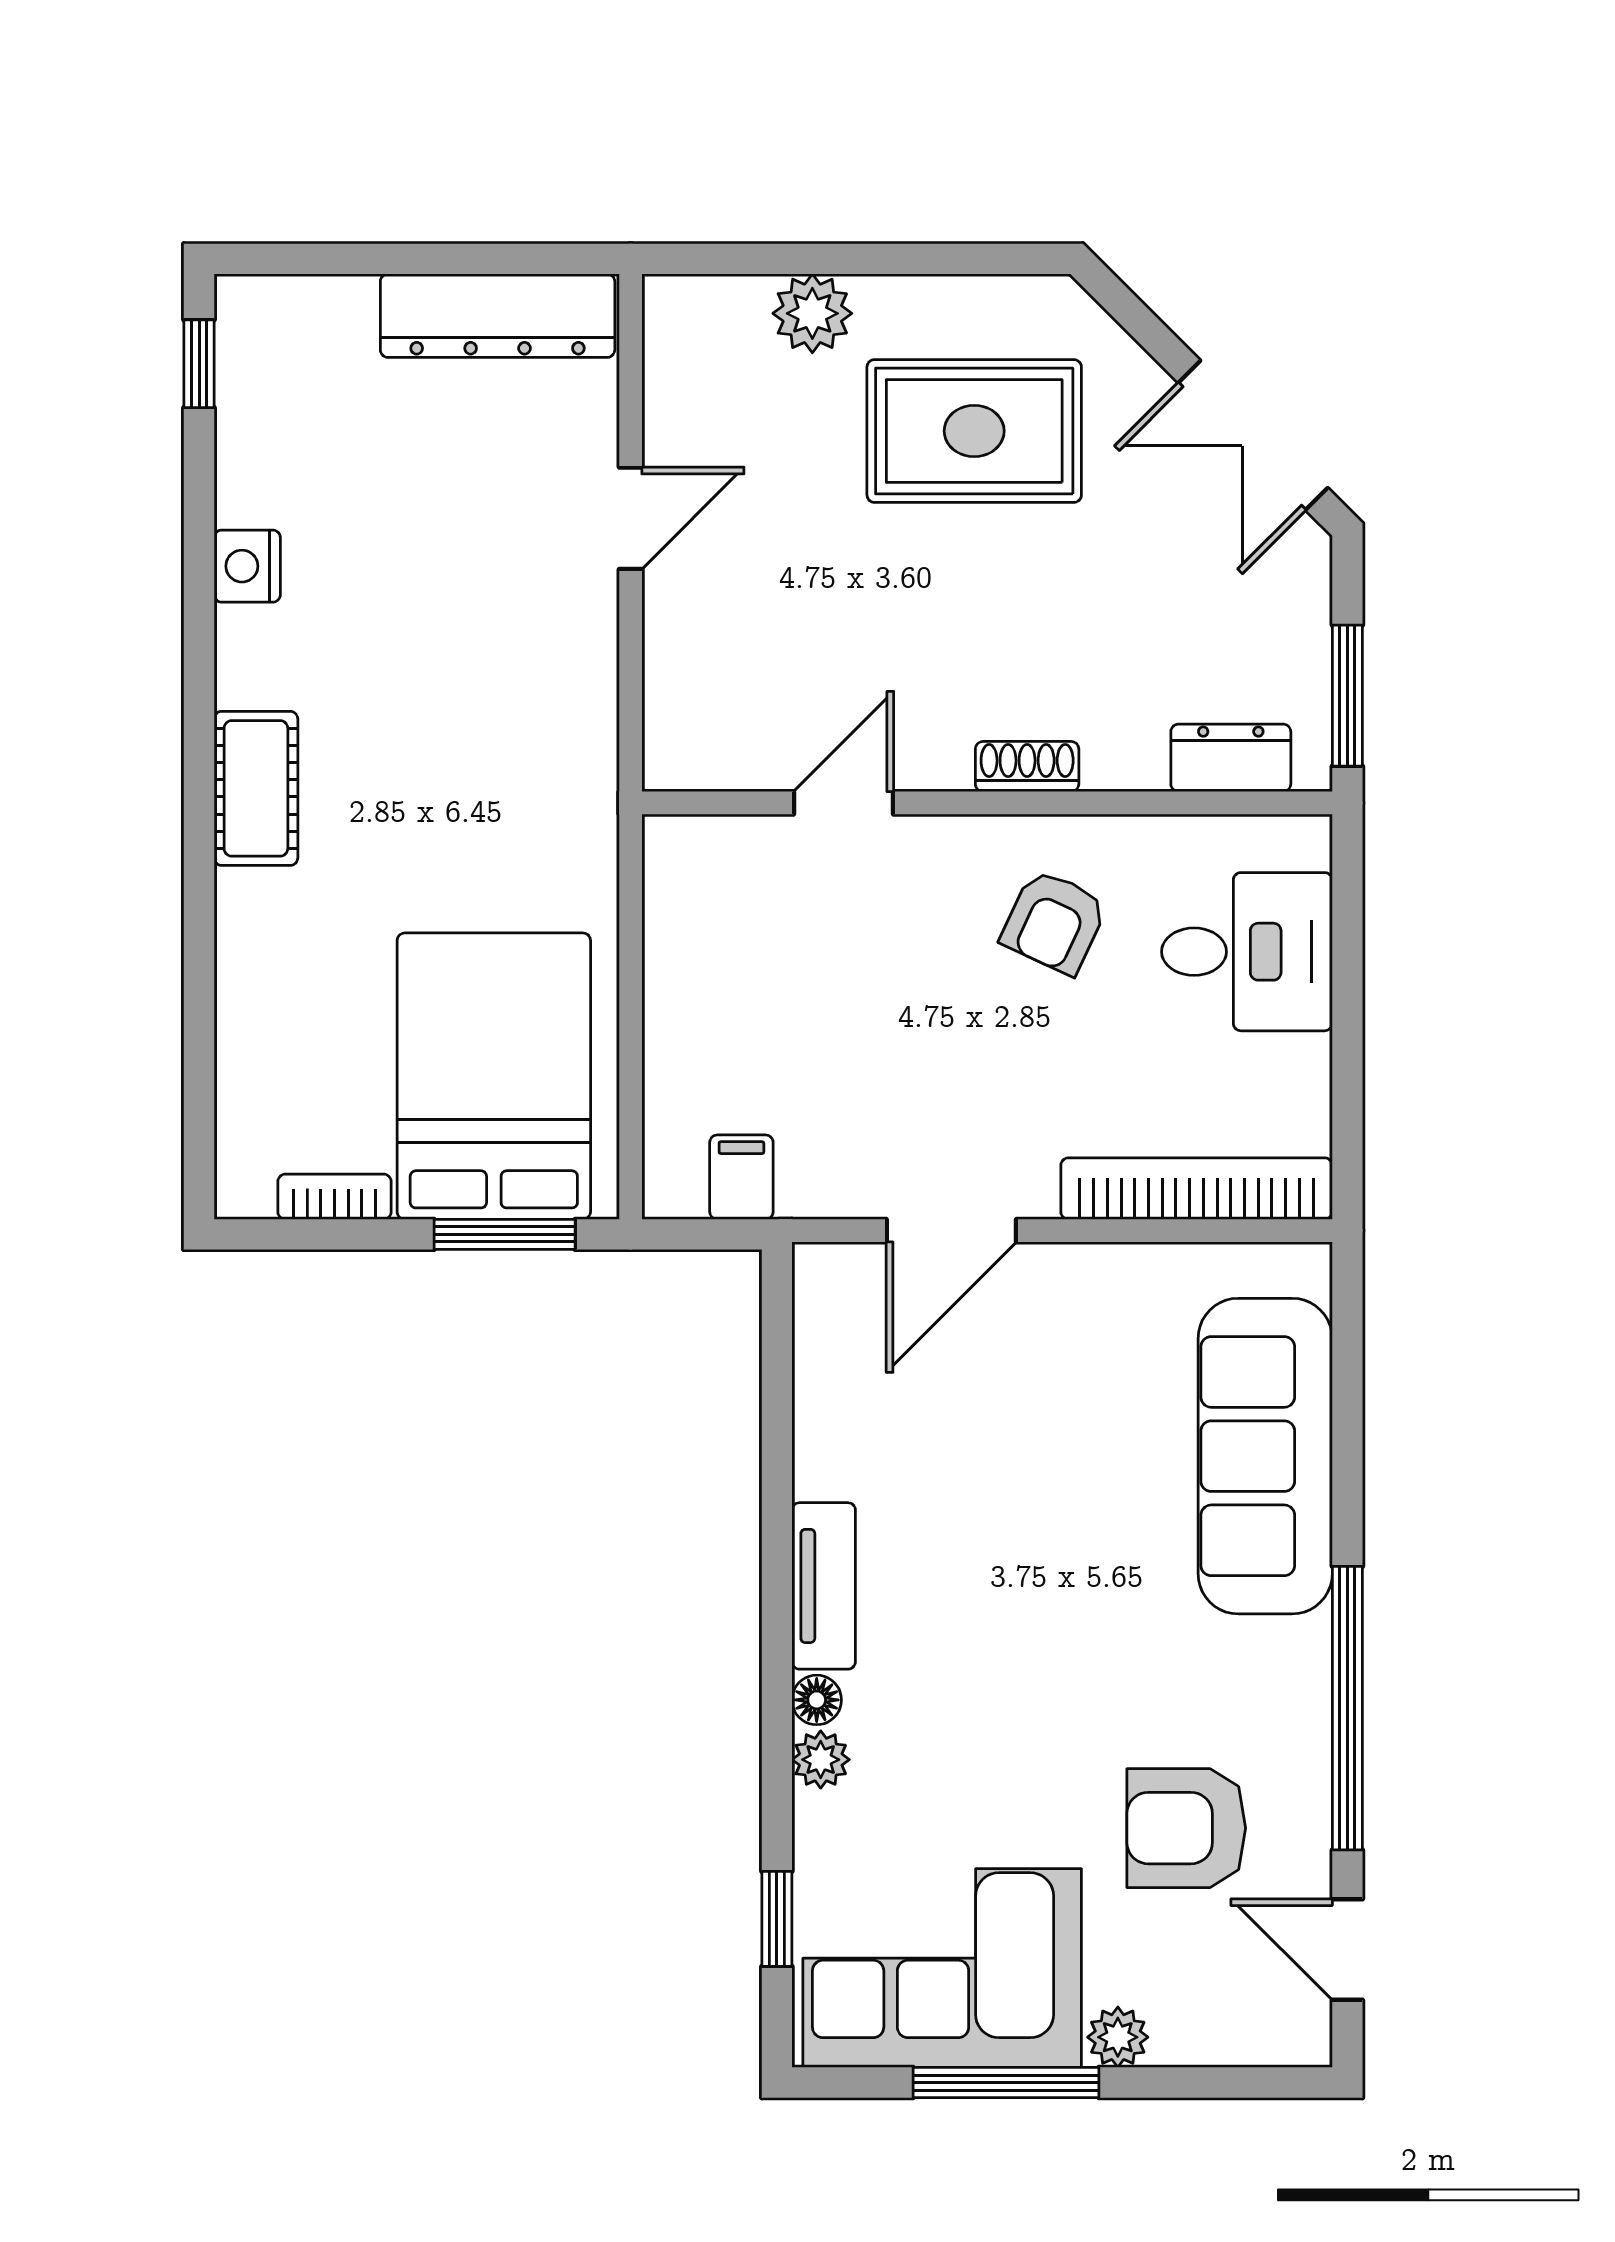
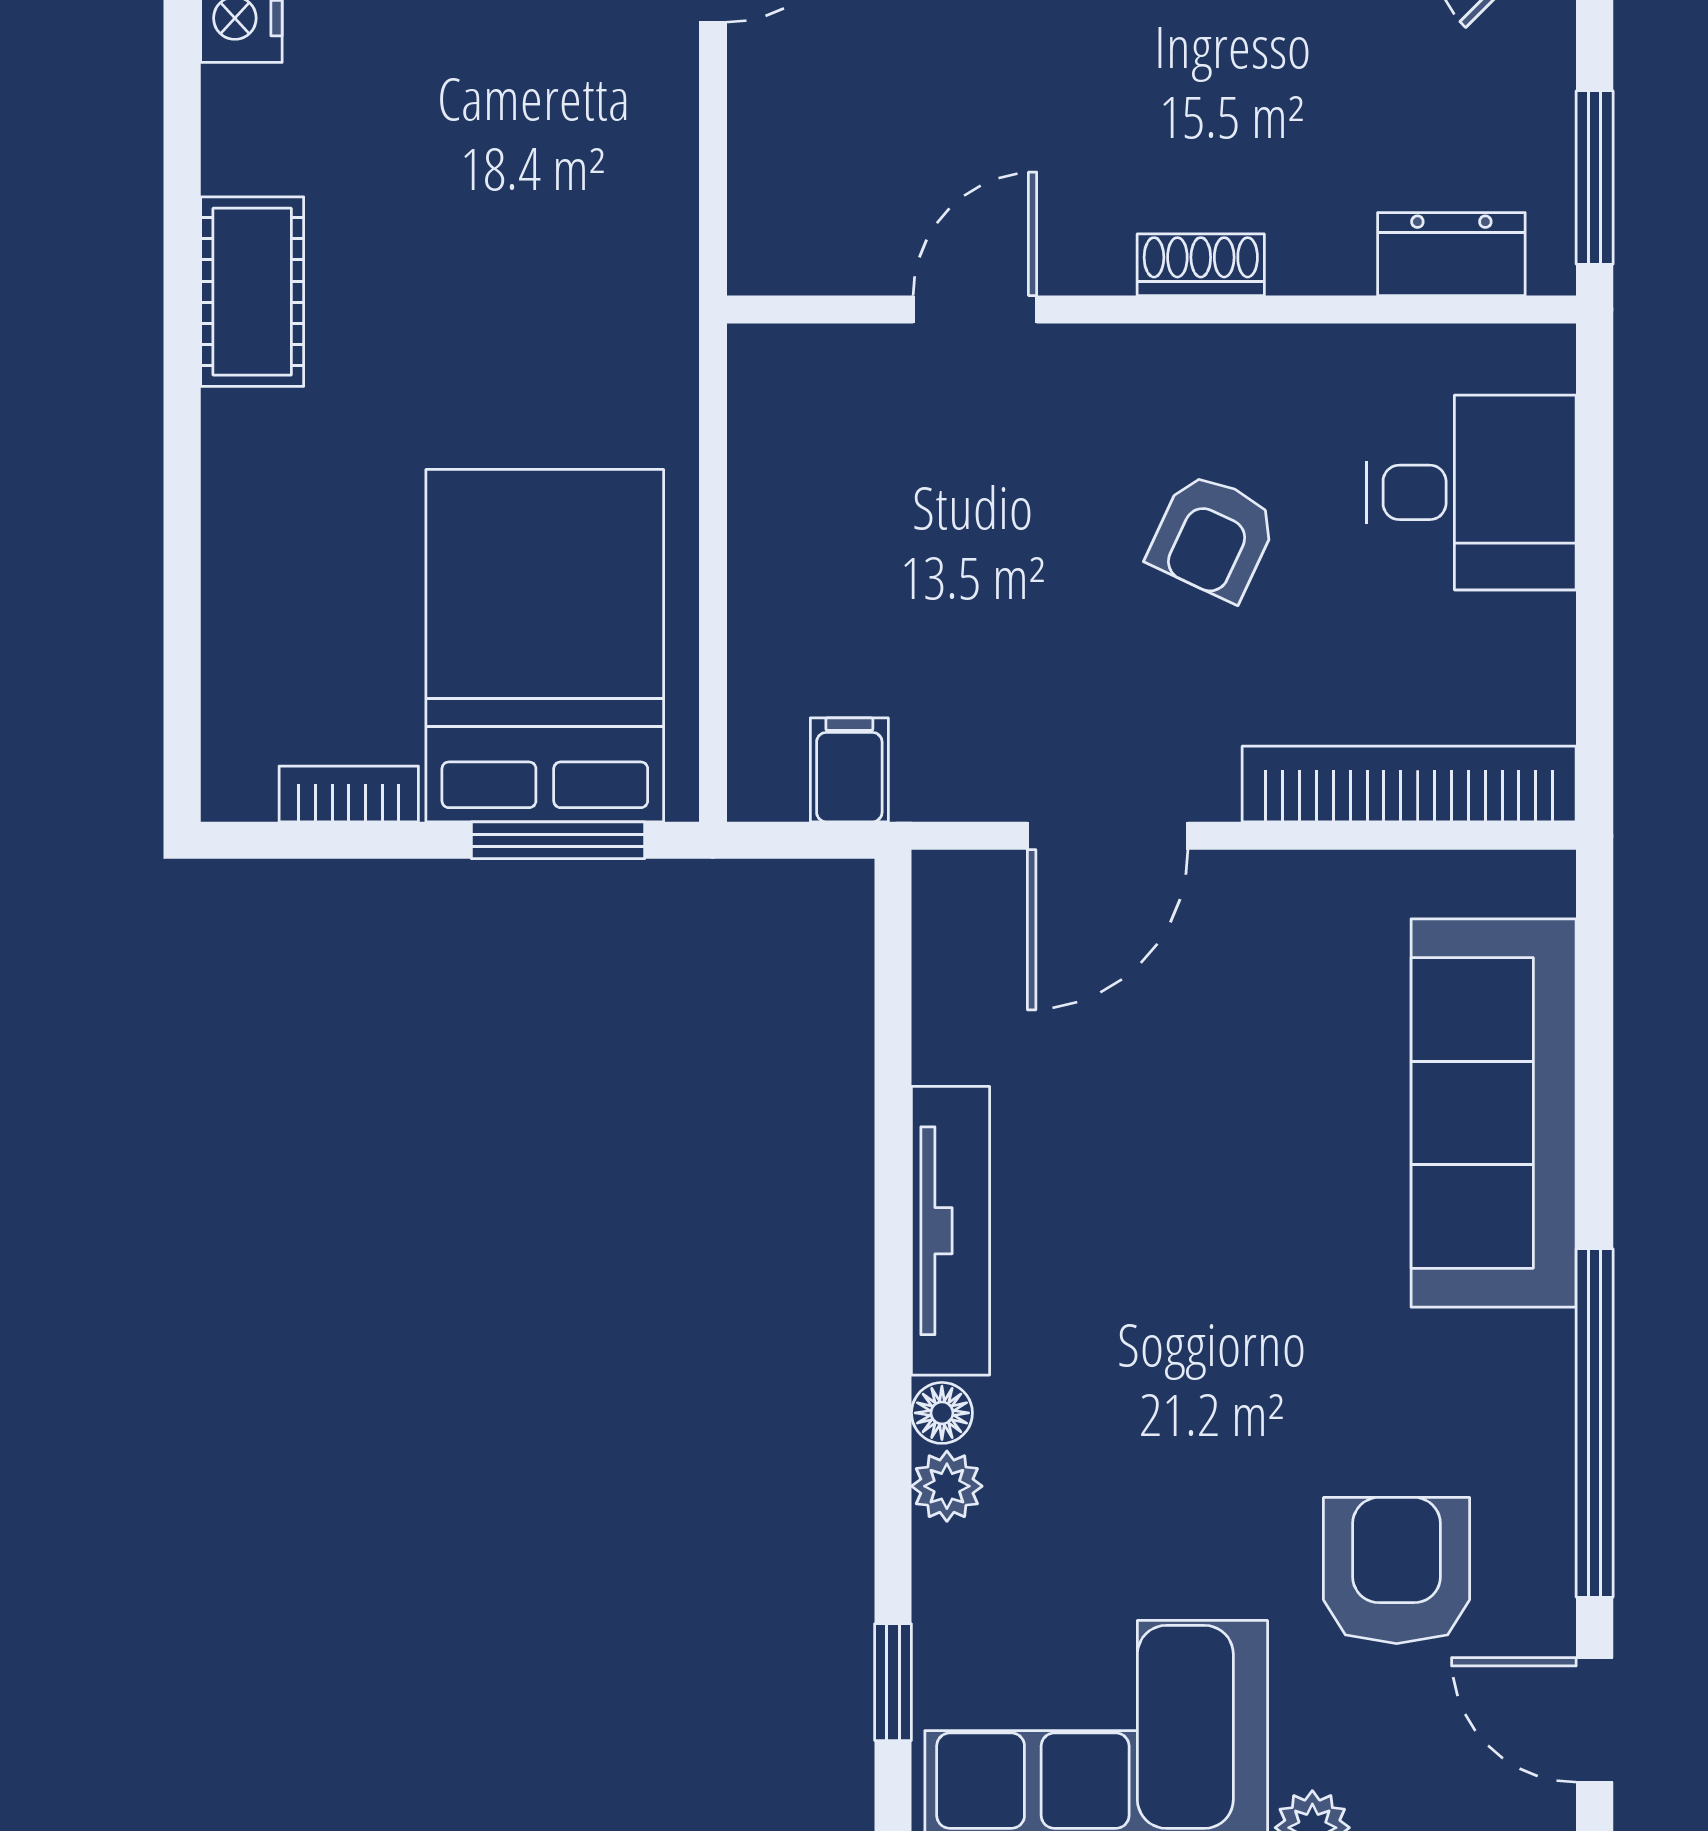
armchair: (1054, 922) -> (1213, 536), moved
tv unit: (824, 1586) -> (951, 1231), width x1.41
armchair: (1186, 1828) -> (1397, 1571), turned 90

